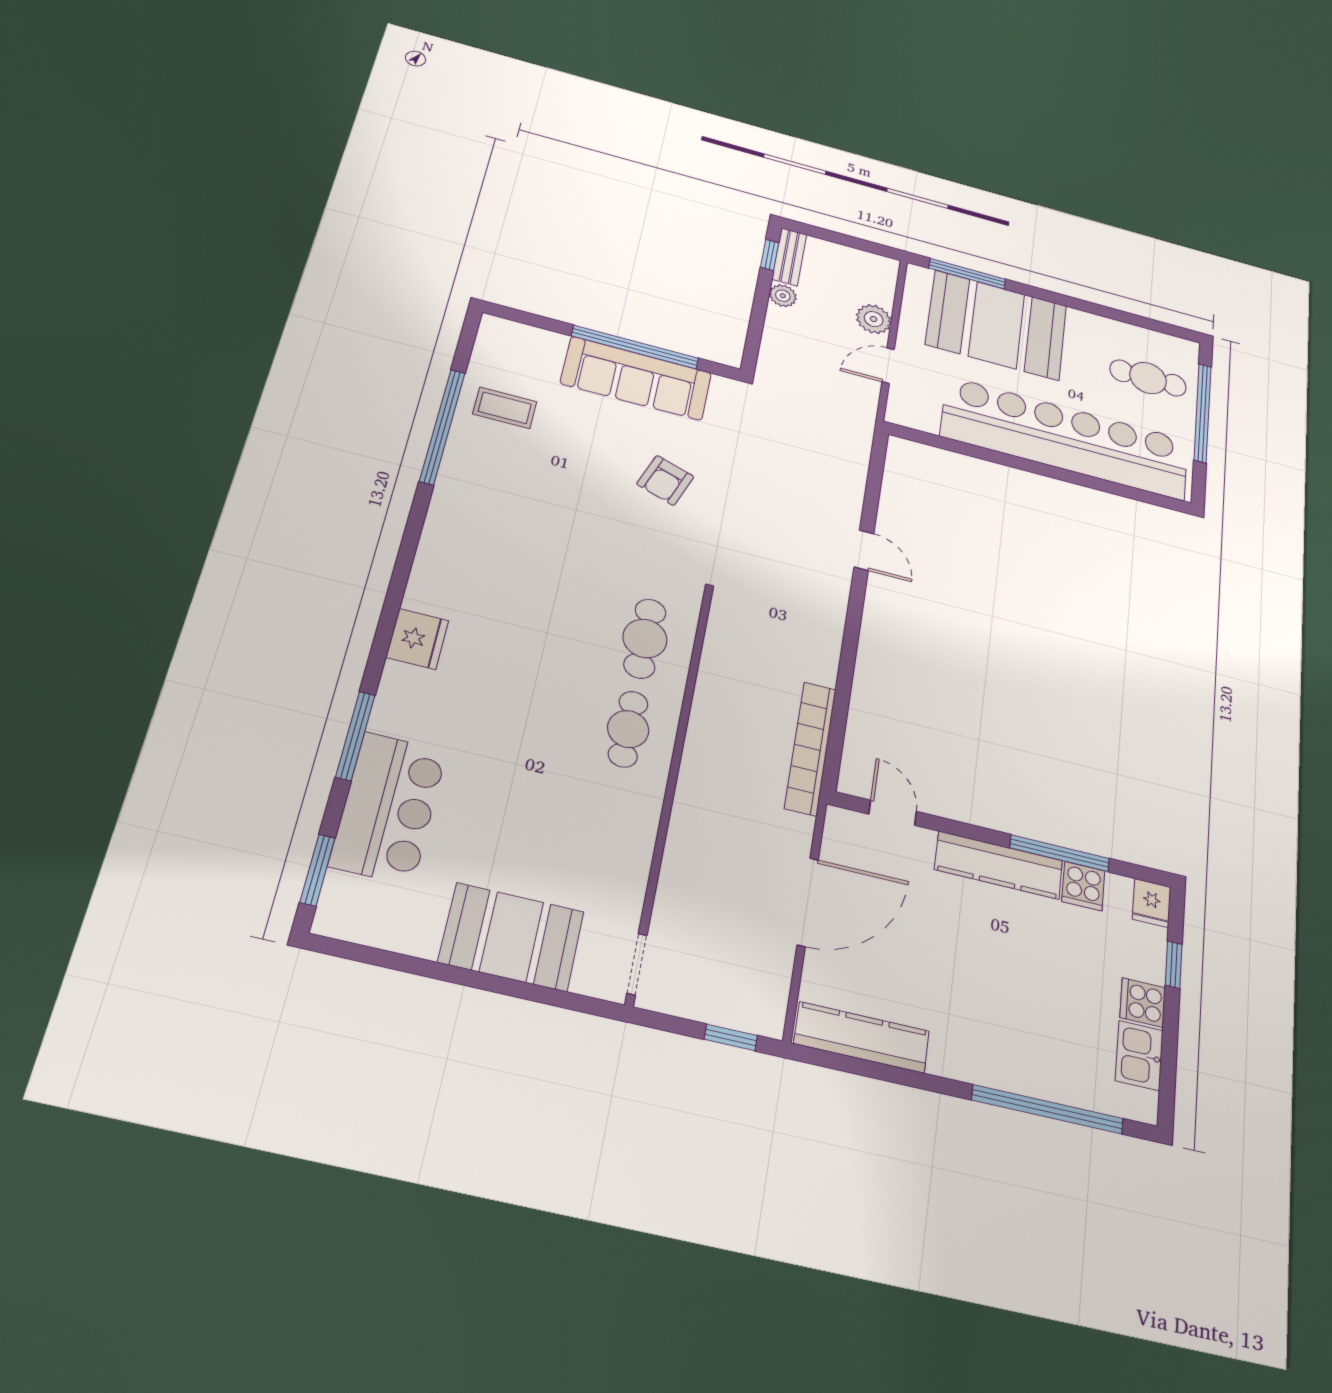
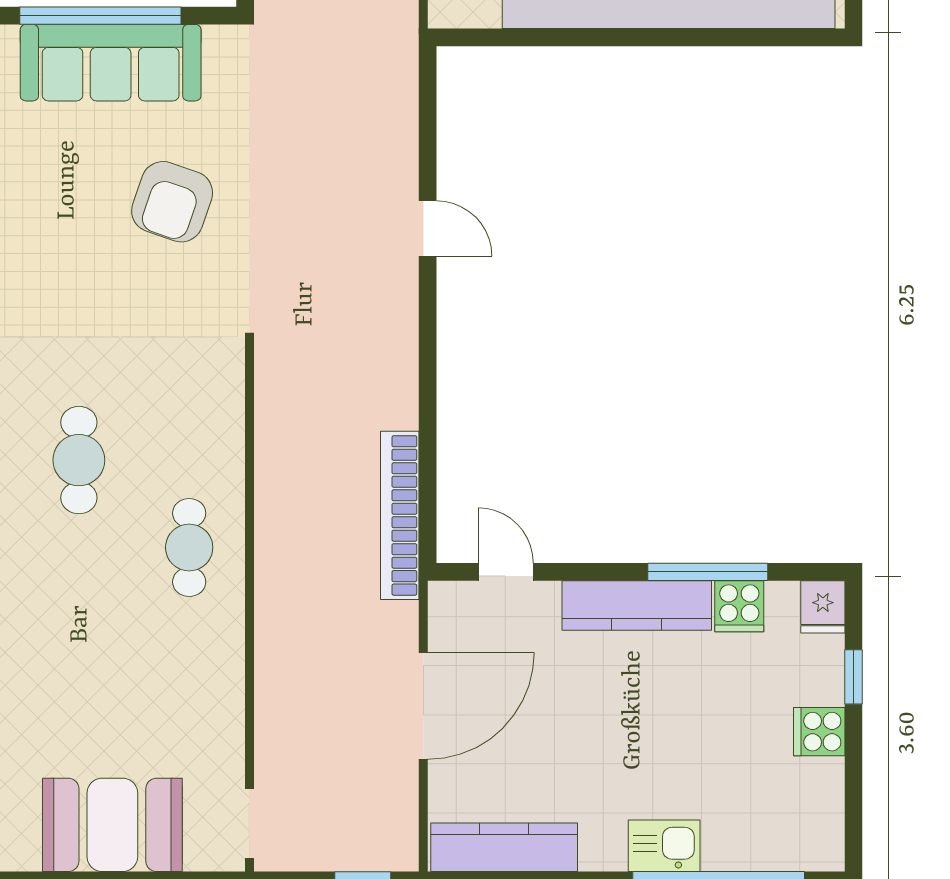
armchair: (665, 480) -> (172, 202), width x1.38, depth x1.38
cafe table: (645, 638) -> (79, 460), moved
kitchen sink: (1139, 1056) -> (664, 846), moved, turned 90

